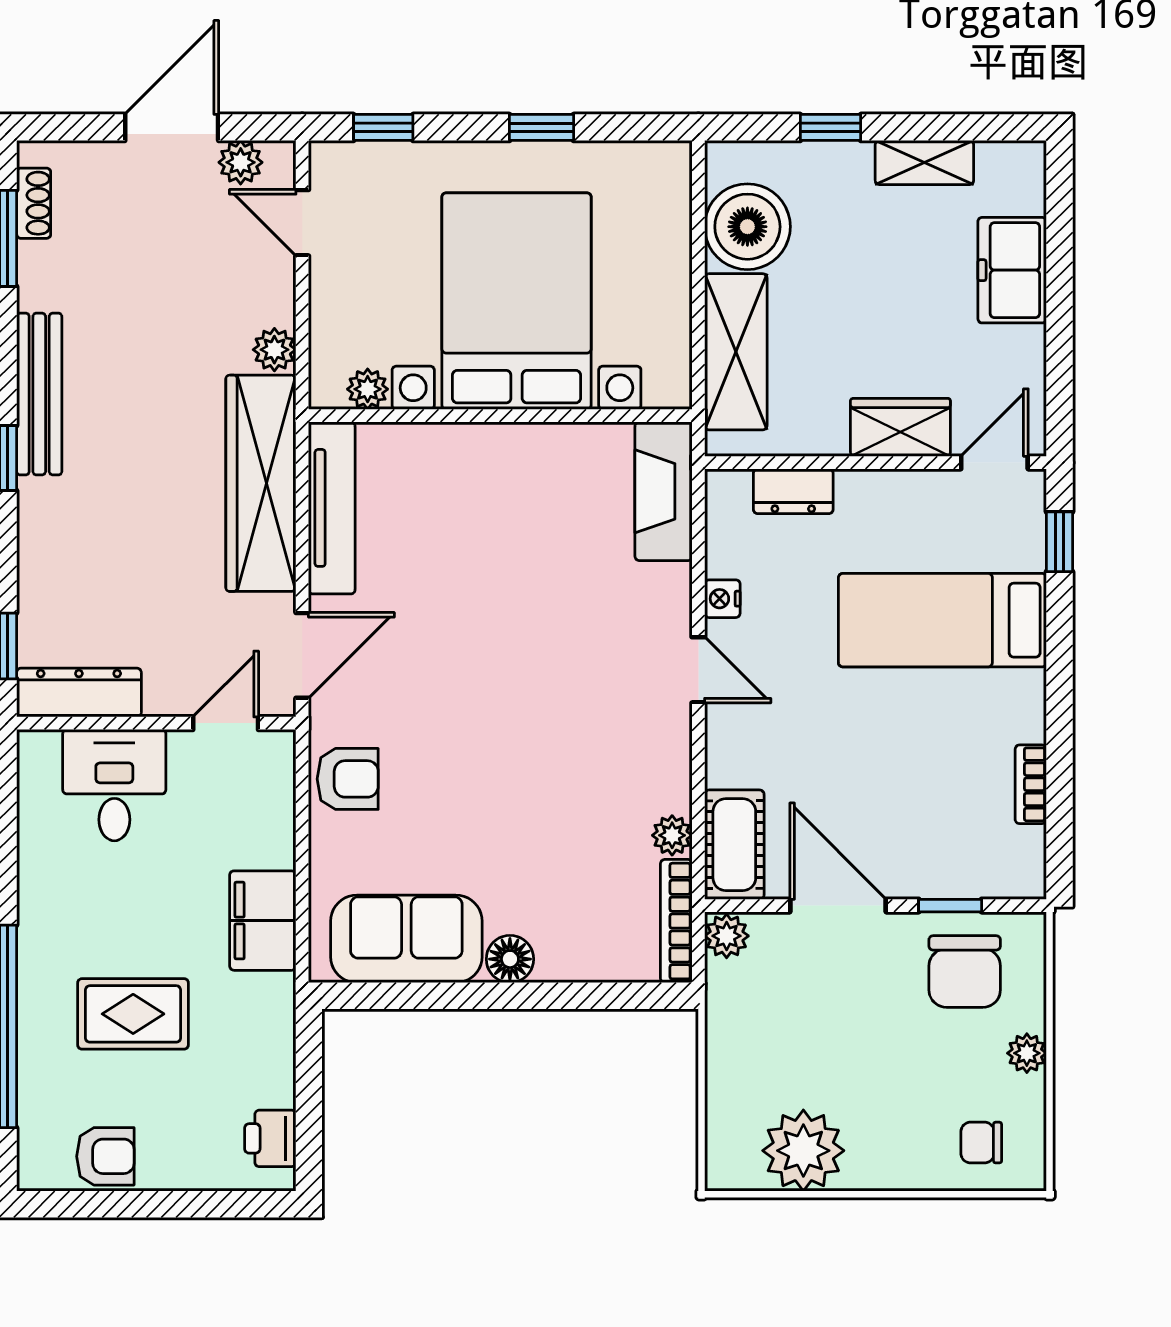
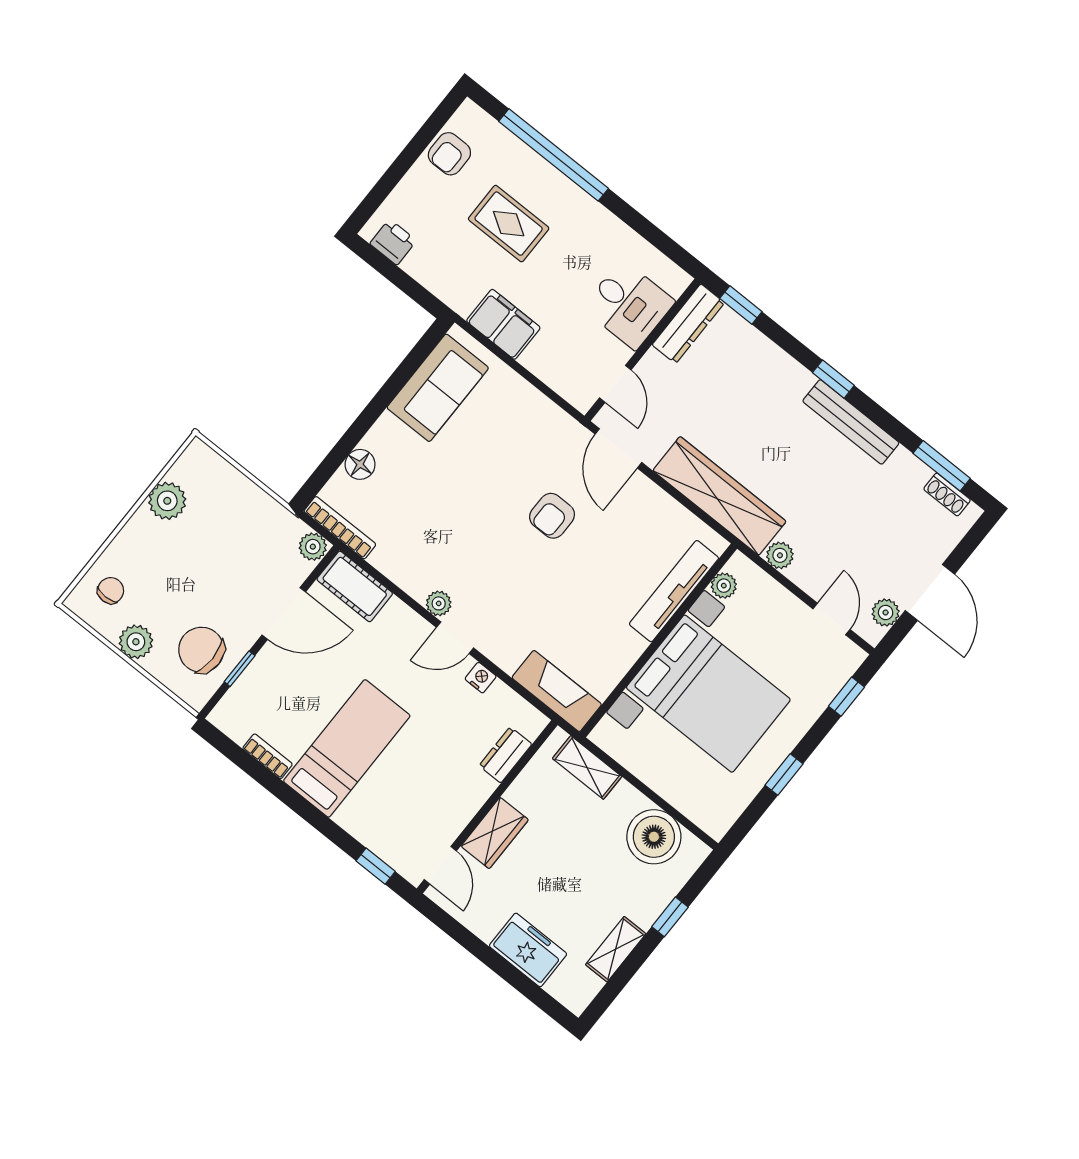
door: (302, 223) -> (831, 619), hinge flipped
shelving: (736, 352) -> (587, 768), width x0.67, depth x0.75
tv unit: (332, 508) -> (674, 591), moved, turned 90
bed: (942, 620) -> (347, 748), moved
armchair: (348, 779) -> (552, 516), moved
plant: (672, 835) -> (439, 603), moved
floor lamp: (510, 959) -> (360, 464), moved
rug: (133, 1014) -> (509, 224), turned 90
plant: (1027, 1053) -> (136, 642), width x1.38, depth x1.38
plant: (803, 1151) -> (167, 501), width x0.73, depth x0.73

